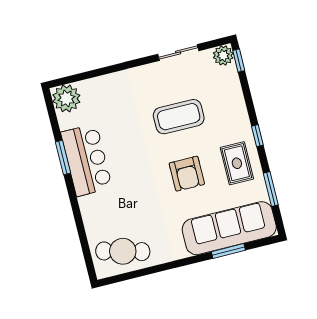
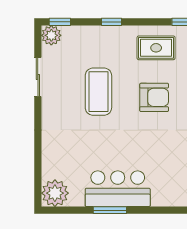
window: (257, 136) -> (112, 22), moved

